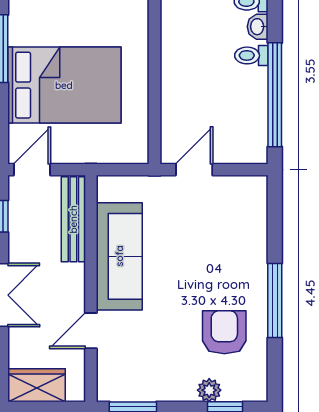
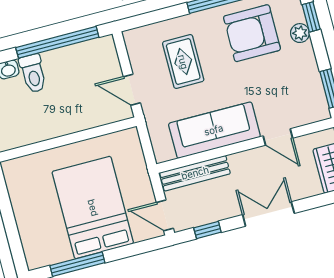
toilet: (251, 55) -> (33, 73), width x1.37, depth x1.39
rug: (212, 240) -> (183, 62), added
armchair: (224, 332) -> (252, 33), width x1.36, depth x1.36

